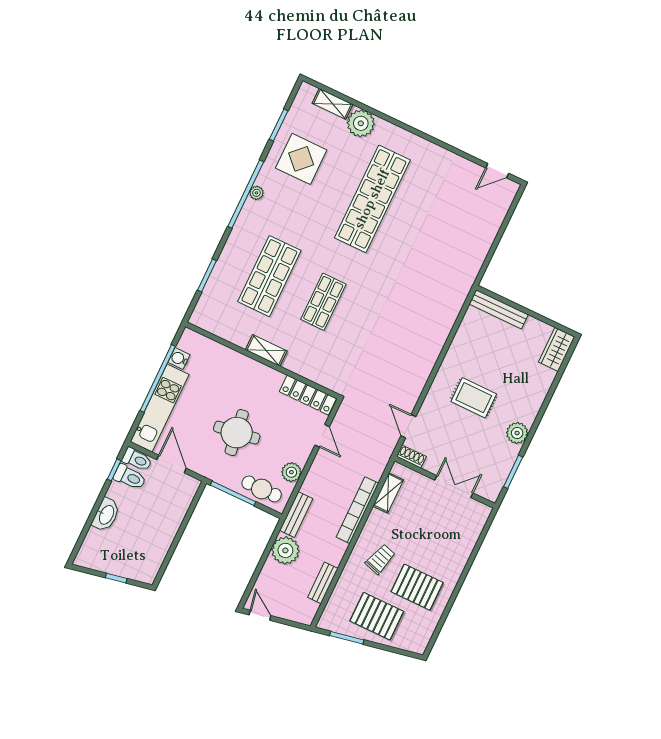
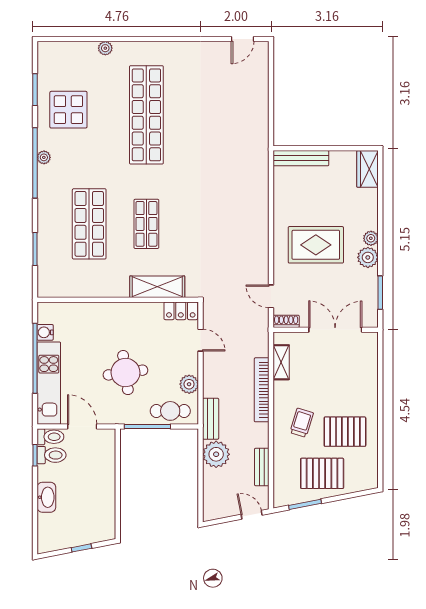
shelving: (332, 104) -> (73, 49), removed
plant: (361, 123) -> (105, 48), width x0.53, depth x0.53
shelving: (266, 350) -> (157, 287), moved, width x1.50, depth x1.33
locker: (308, 395) -> (181, 311), width x0.66
rug: (474, 398) -> (316, 245), width x1.36, depth x1.43
plant: (529, 416) -> (371, 238), added
double door: (454, 487) -> (335, 330), width x1.37
door: (260, 615) -> (252, 515), moved

